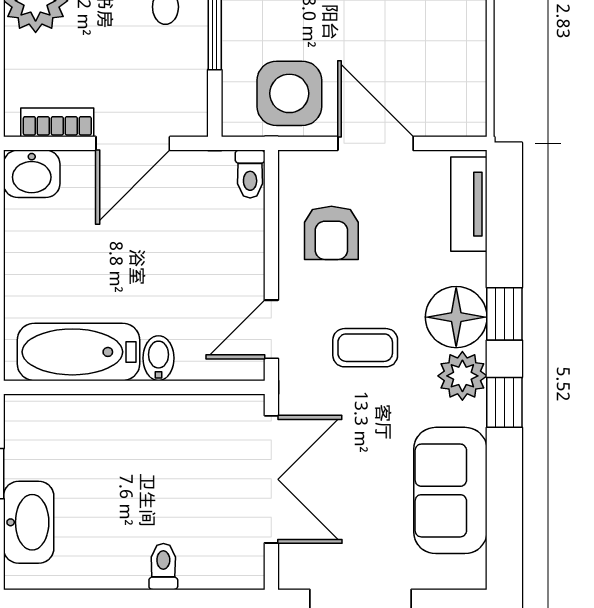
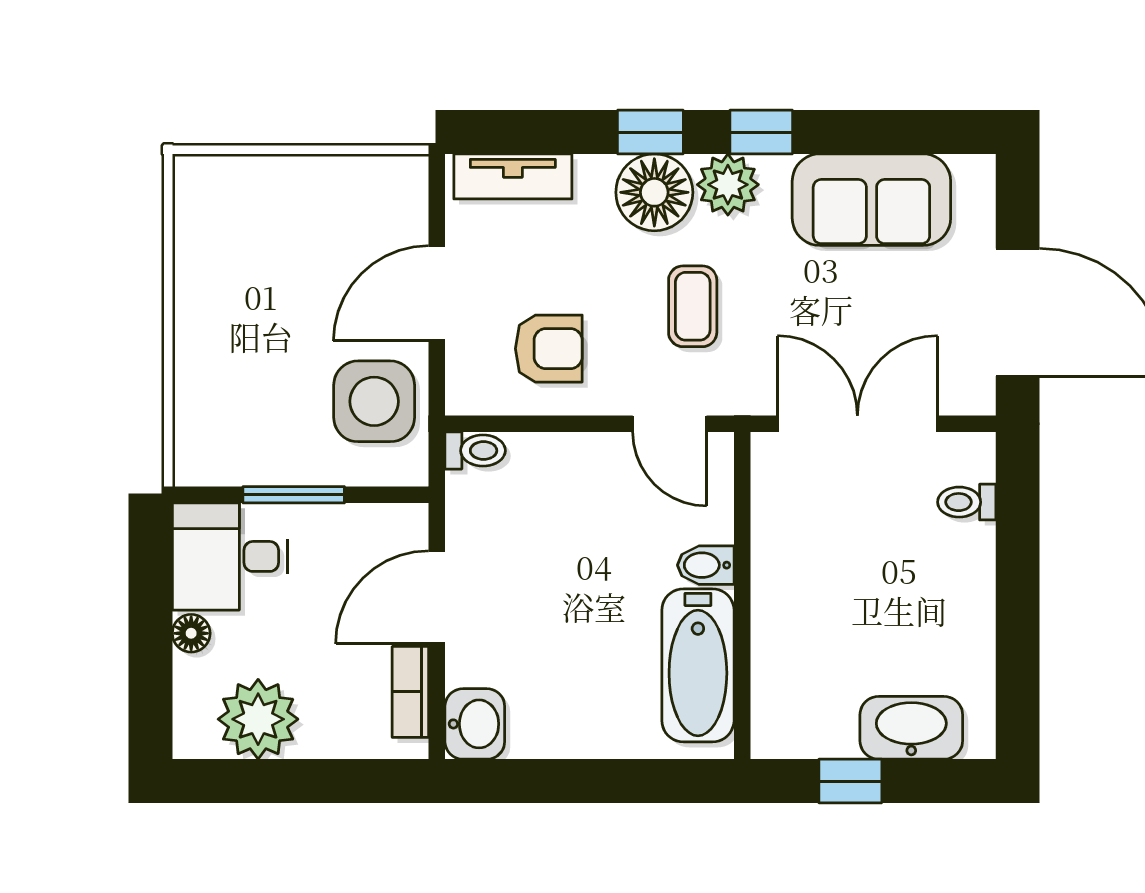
door: (133, 143) -> (437, 597), swing flipped
toilet: (163, 567) -> (967, 502), moved

